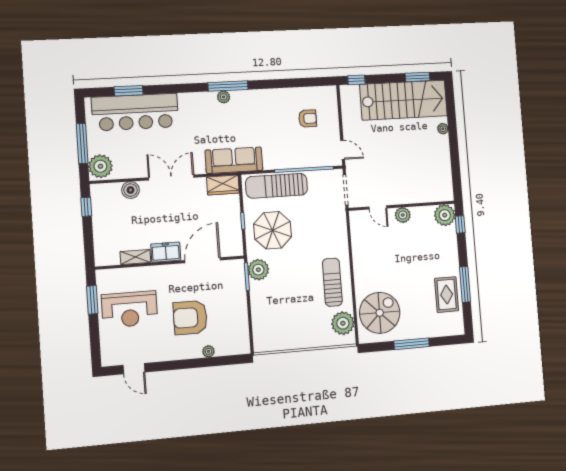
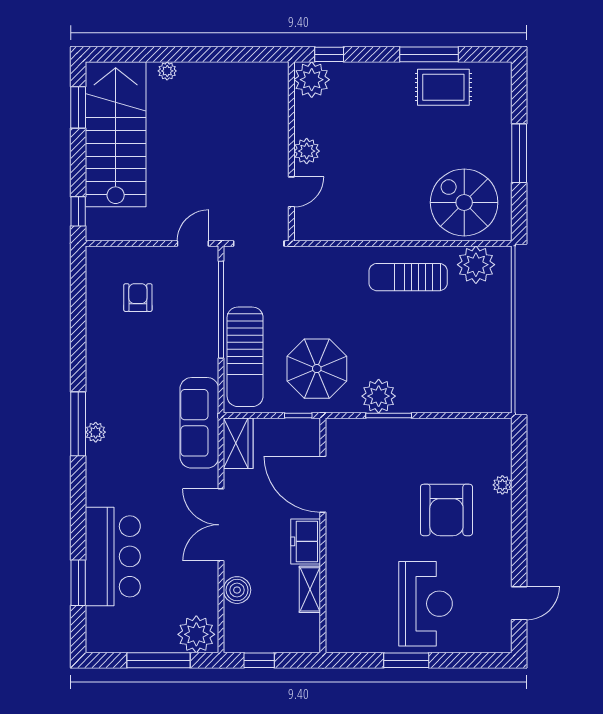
bar counter: (135, 112) -> (113, 556), width x0.73
freezer: (166, 252) -> (306, 541), moved
shelving: (135, 257) -> (310, 589), moved
door: (203, 260) -> (323, 484), moved
wall: (170, 263) -> (323, 535), moved

